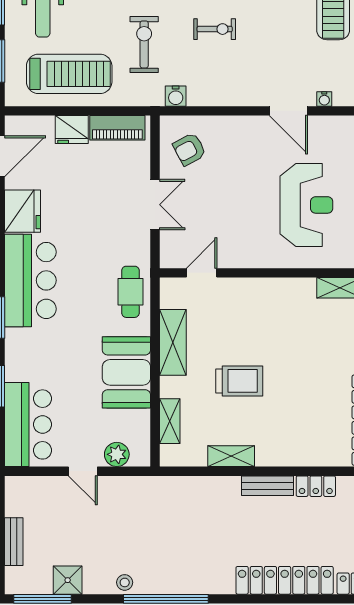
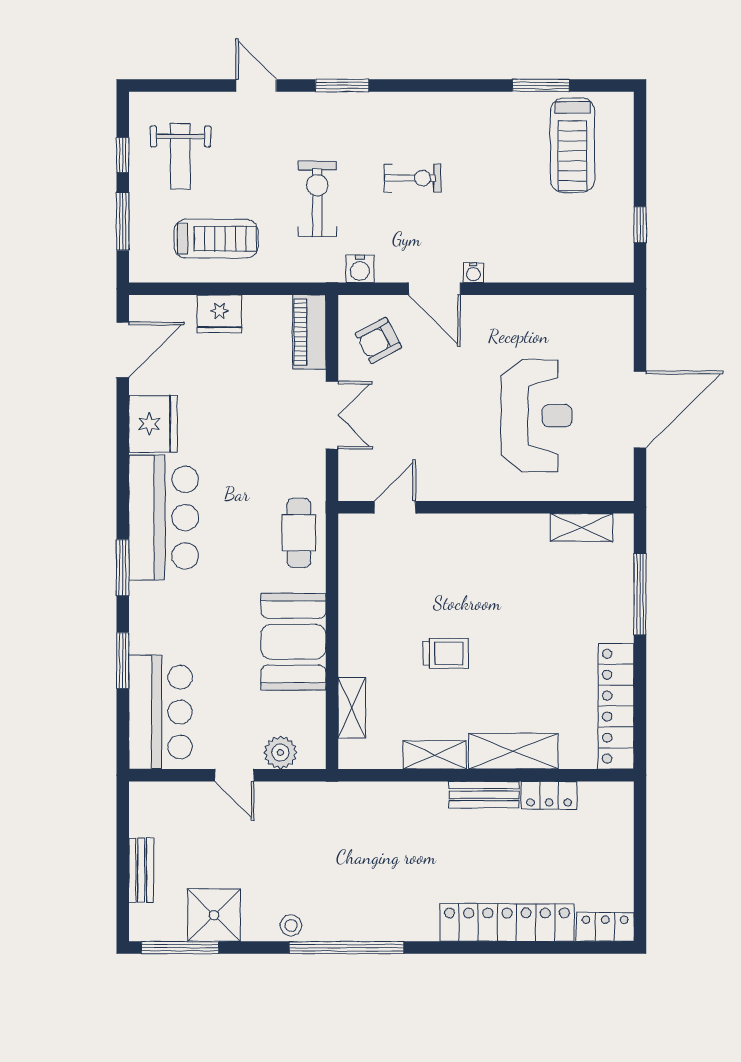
treadmill: (69, 74) -> (216, 239), width x0.73, depth x0.73
water cooler: (324, 99) -> (473, 273), moved
door: (288, 111) -> (434, 289), moved
piano: (117, 128) -> (309, 332), moved, turned 90
shelving: (173, 342) -> (513, 751), moved, turned 90
trolley: (239, 381) -> (446, 653), width x0.73, depth x0.72
shower: (68, 580) -> (214, 915), width x1.36, depth x1.36

